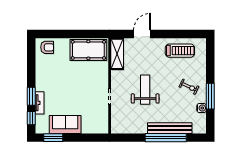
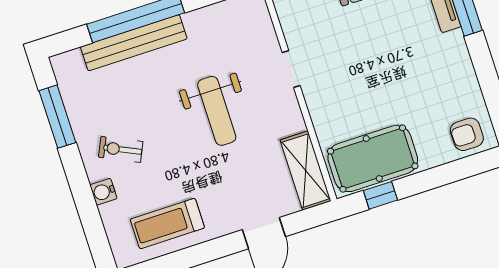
window: (90, 34) -> (380, 195), added
window: (210, 96) -> (57, 117), moved
water cooler: (202, 108) -> (103, 192), moved

